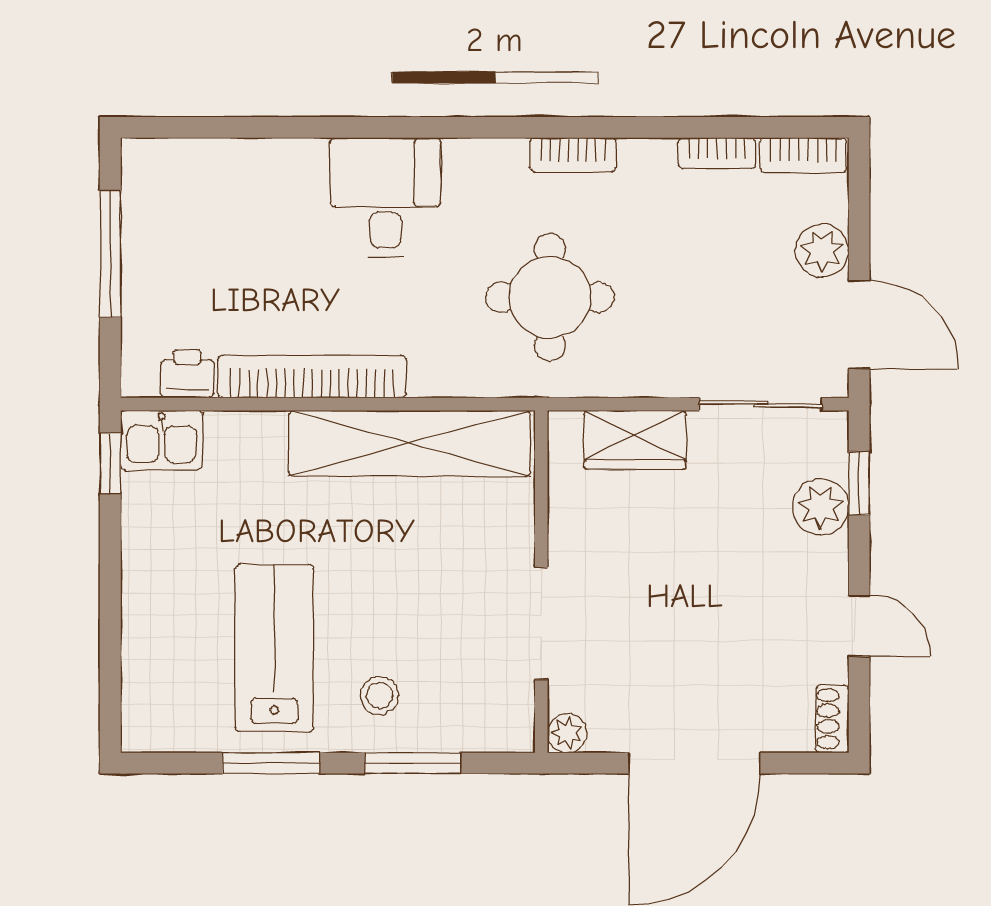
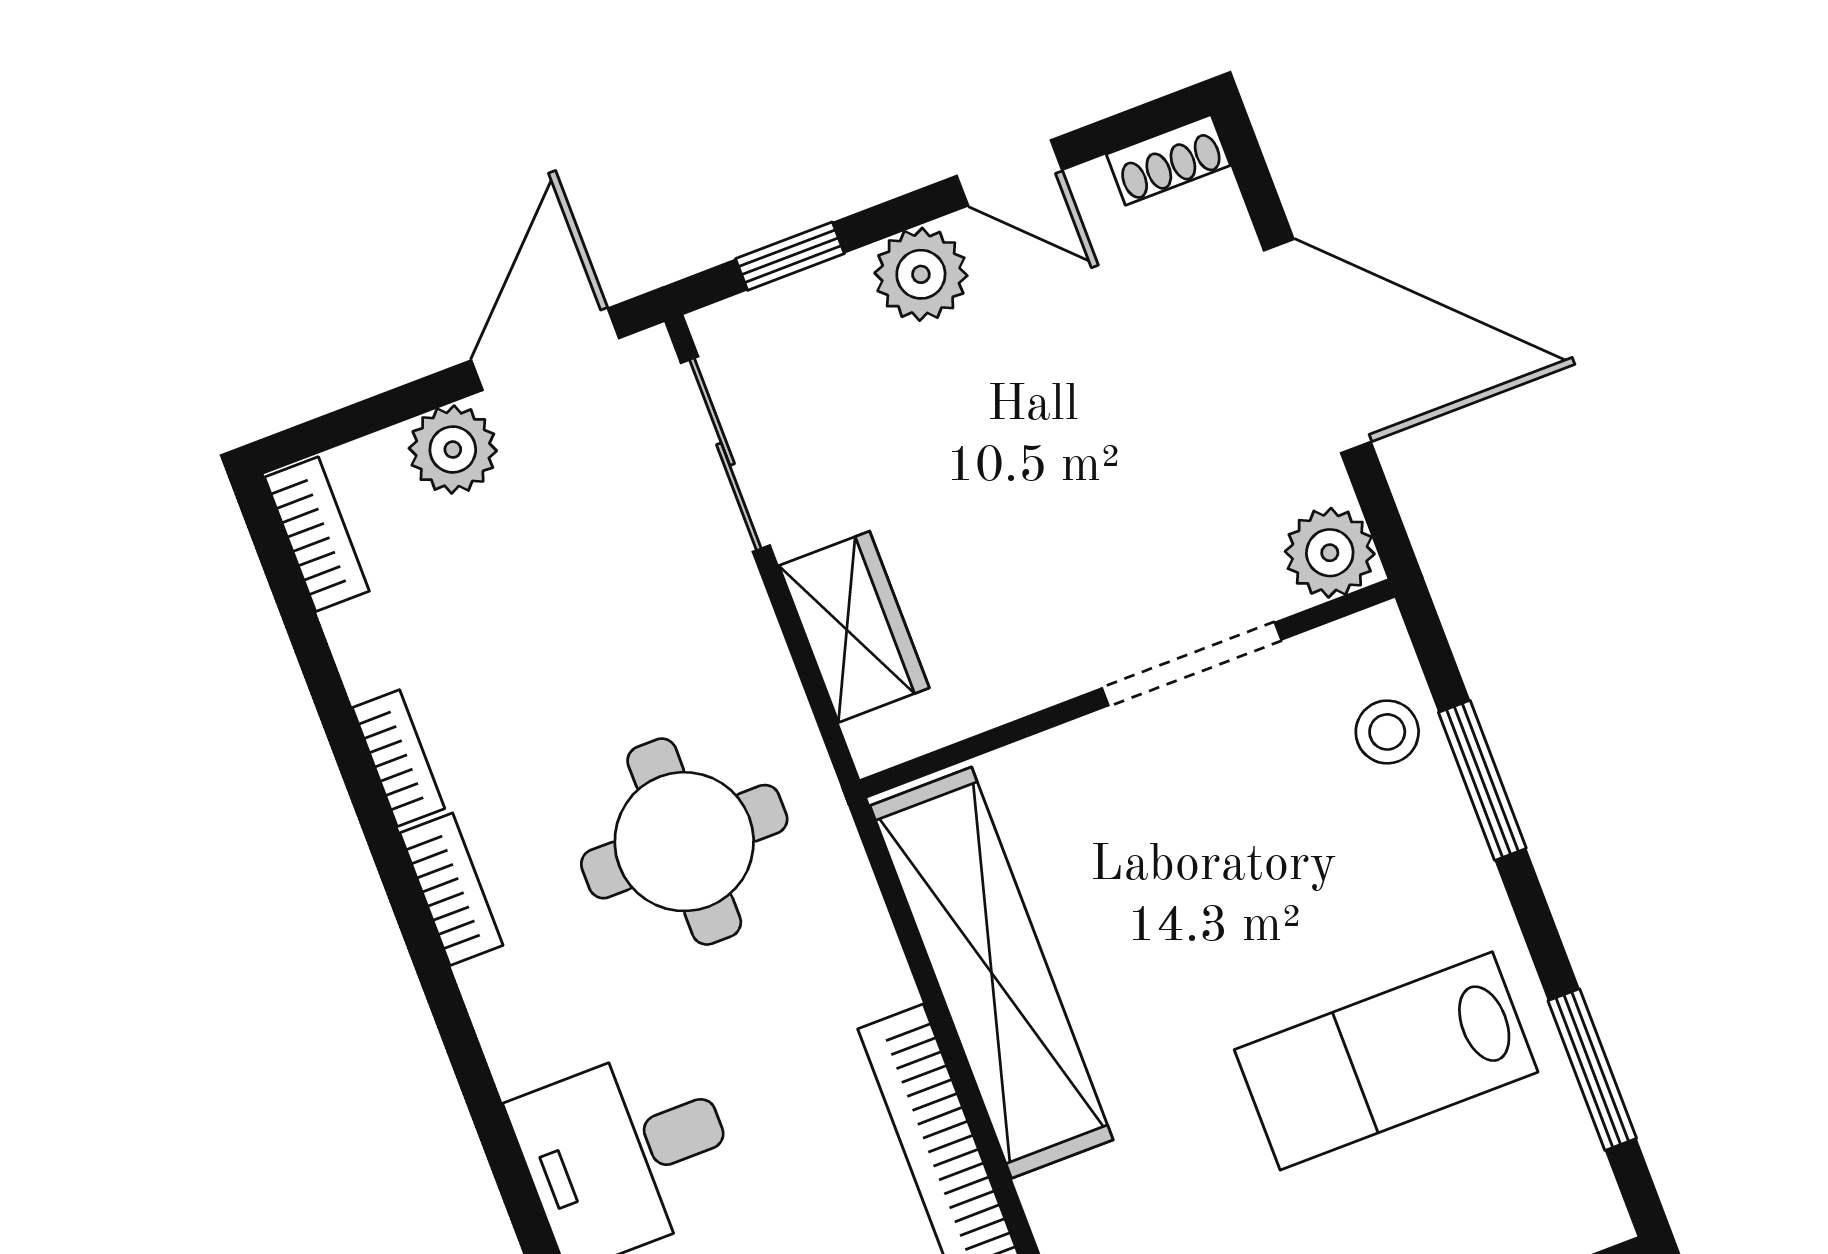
bookcase: (717, 153) -> (398, 758), moved
plant: (821, 507) -> (921, 274), moved
door: (859, 626) -> (1009, 173), swing flipped
stool: (380, 695) -> (1387, 732), moved
plant: (567, 733) -> (1330, 553), width x1.38, depth x1.38
window: (271, 763) -> (1592, 1070), moved

